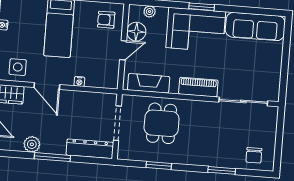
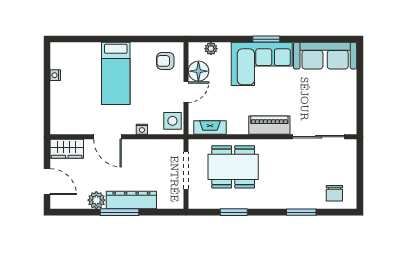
side table: (18, 67) -> (172, 121), moved
fireplace: (149, 83) -> (210, 127), width x0.73, depth x0.76
dining table: (162, 123) -> (233, 167), width x1.38
dresser: (90, 149) -> (131, 200), moved

